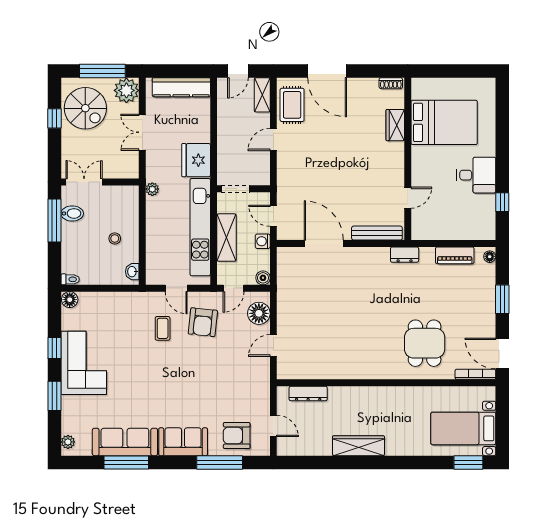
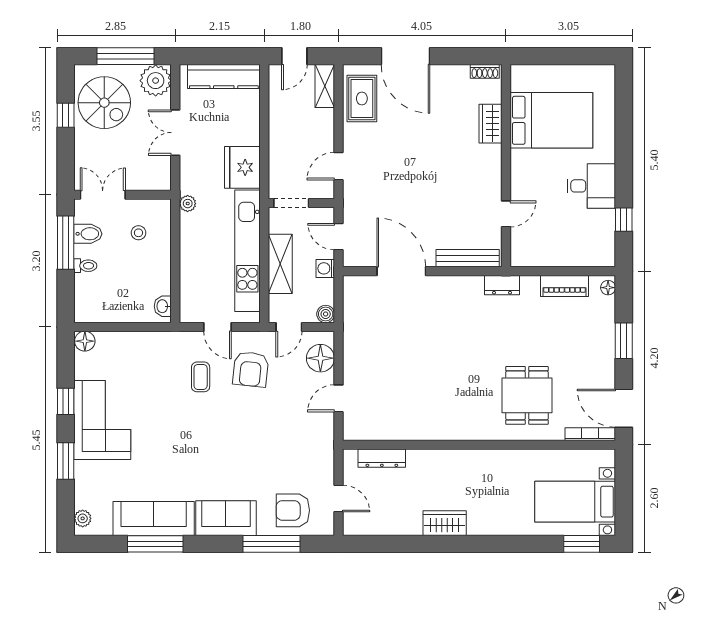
door: (273, 139) -> (339, 166), moved
stool: (115, 238) -> (138, 233), moved
toilet: (70, 279) -> (85, 266), moved
wardrobe: (358, 446) -> (445, 523), width x0.67

